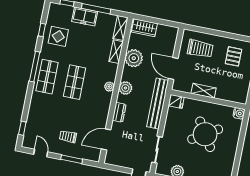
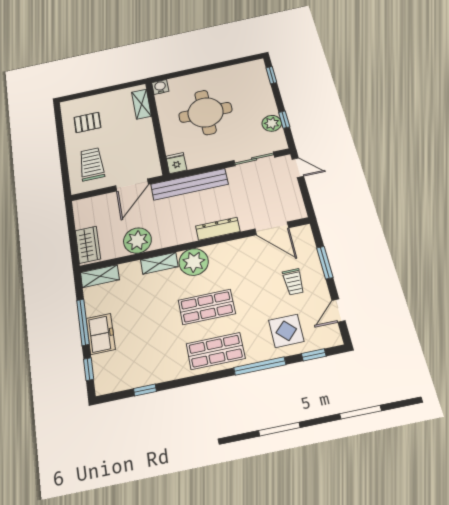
display table: (58, 36) -> (286, 331), moved
shelving: (116, 52) -> (159, 263), moved
window: (35, 67) -> (260, 366), moved
plant: (109, 87) -> (194, 262), width x1.87, depth x1.87
plant: (125, 88) -> (185, 234), removed
shelving: (204, 91) -> (141, 104), moved
dresser: (119, 112) -> (218, 229), width x1.44
round table: (205, 134) -> (205, 112), turned 32

